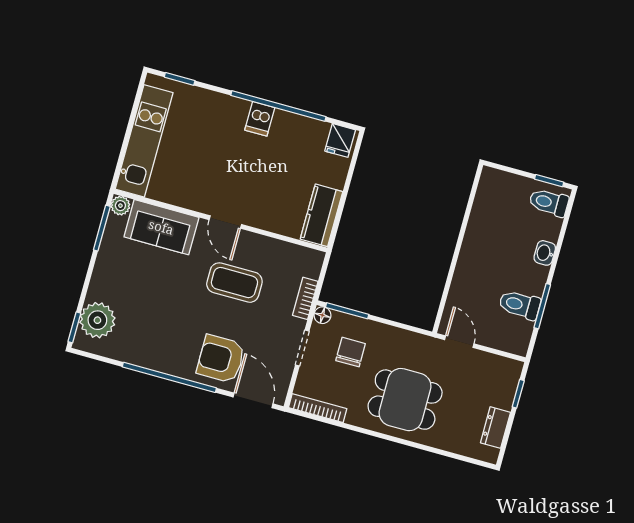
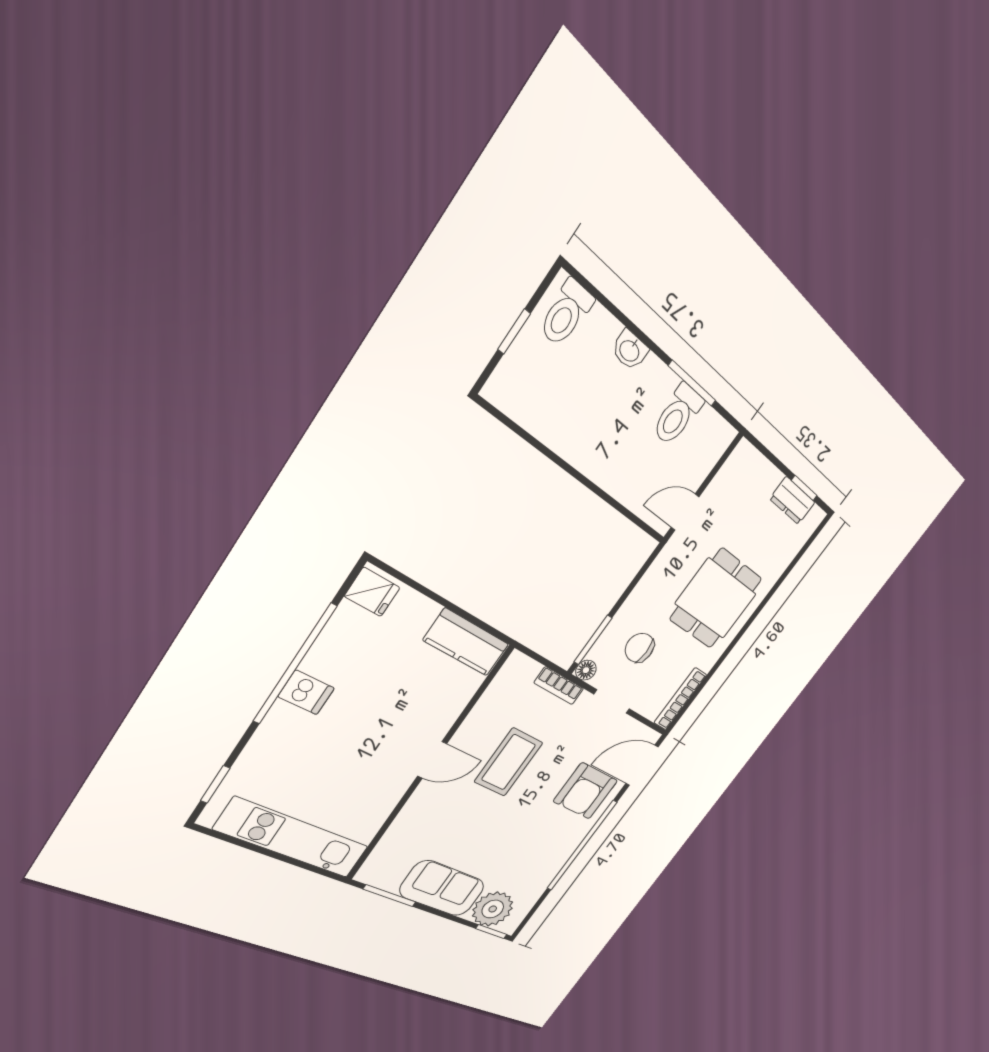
window: (549, 181) -> (514, 331), moved
plant: (120, 206) -> (369, 874), removed
sofa: (161, 227) -> (442, 888), moved, turned -90
window: (518, 394) -> (804, 488), moved

